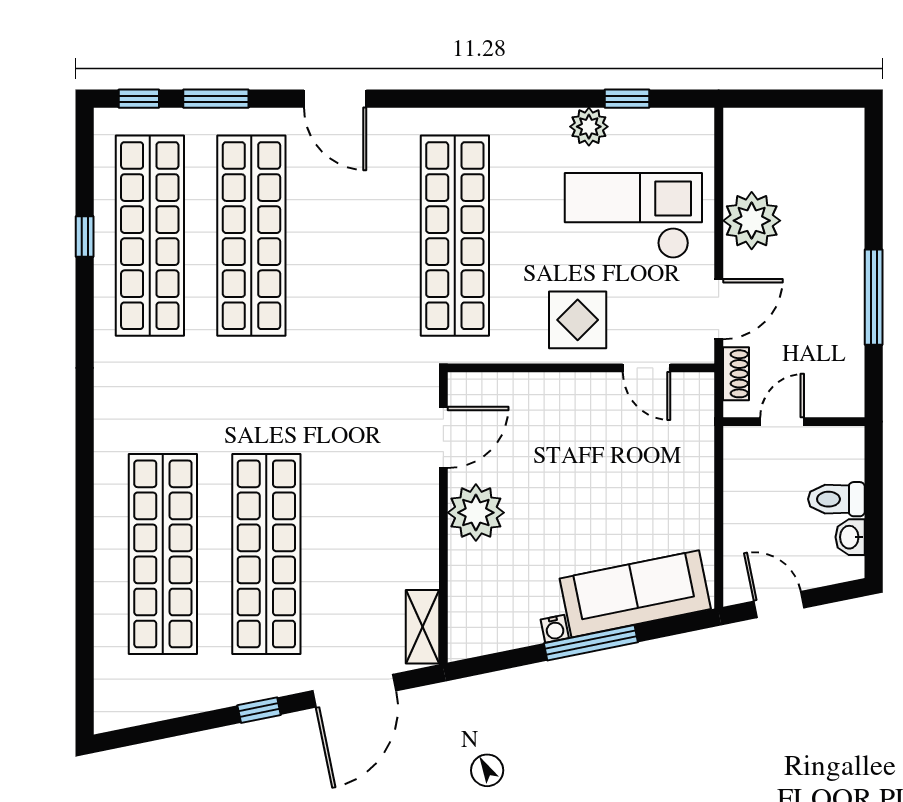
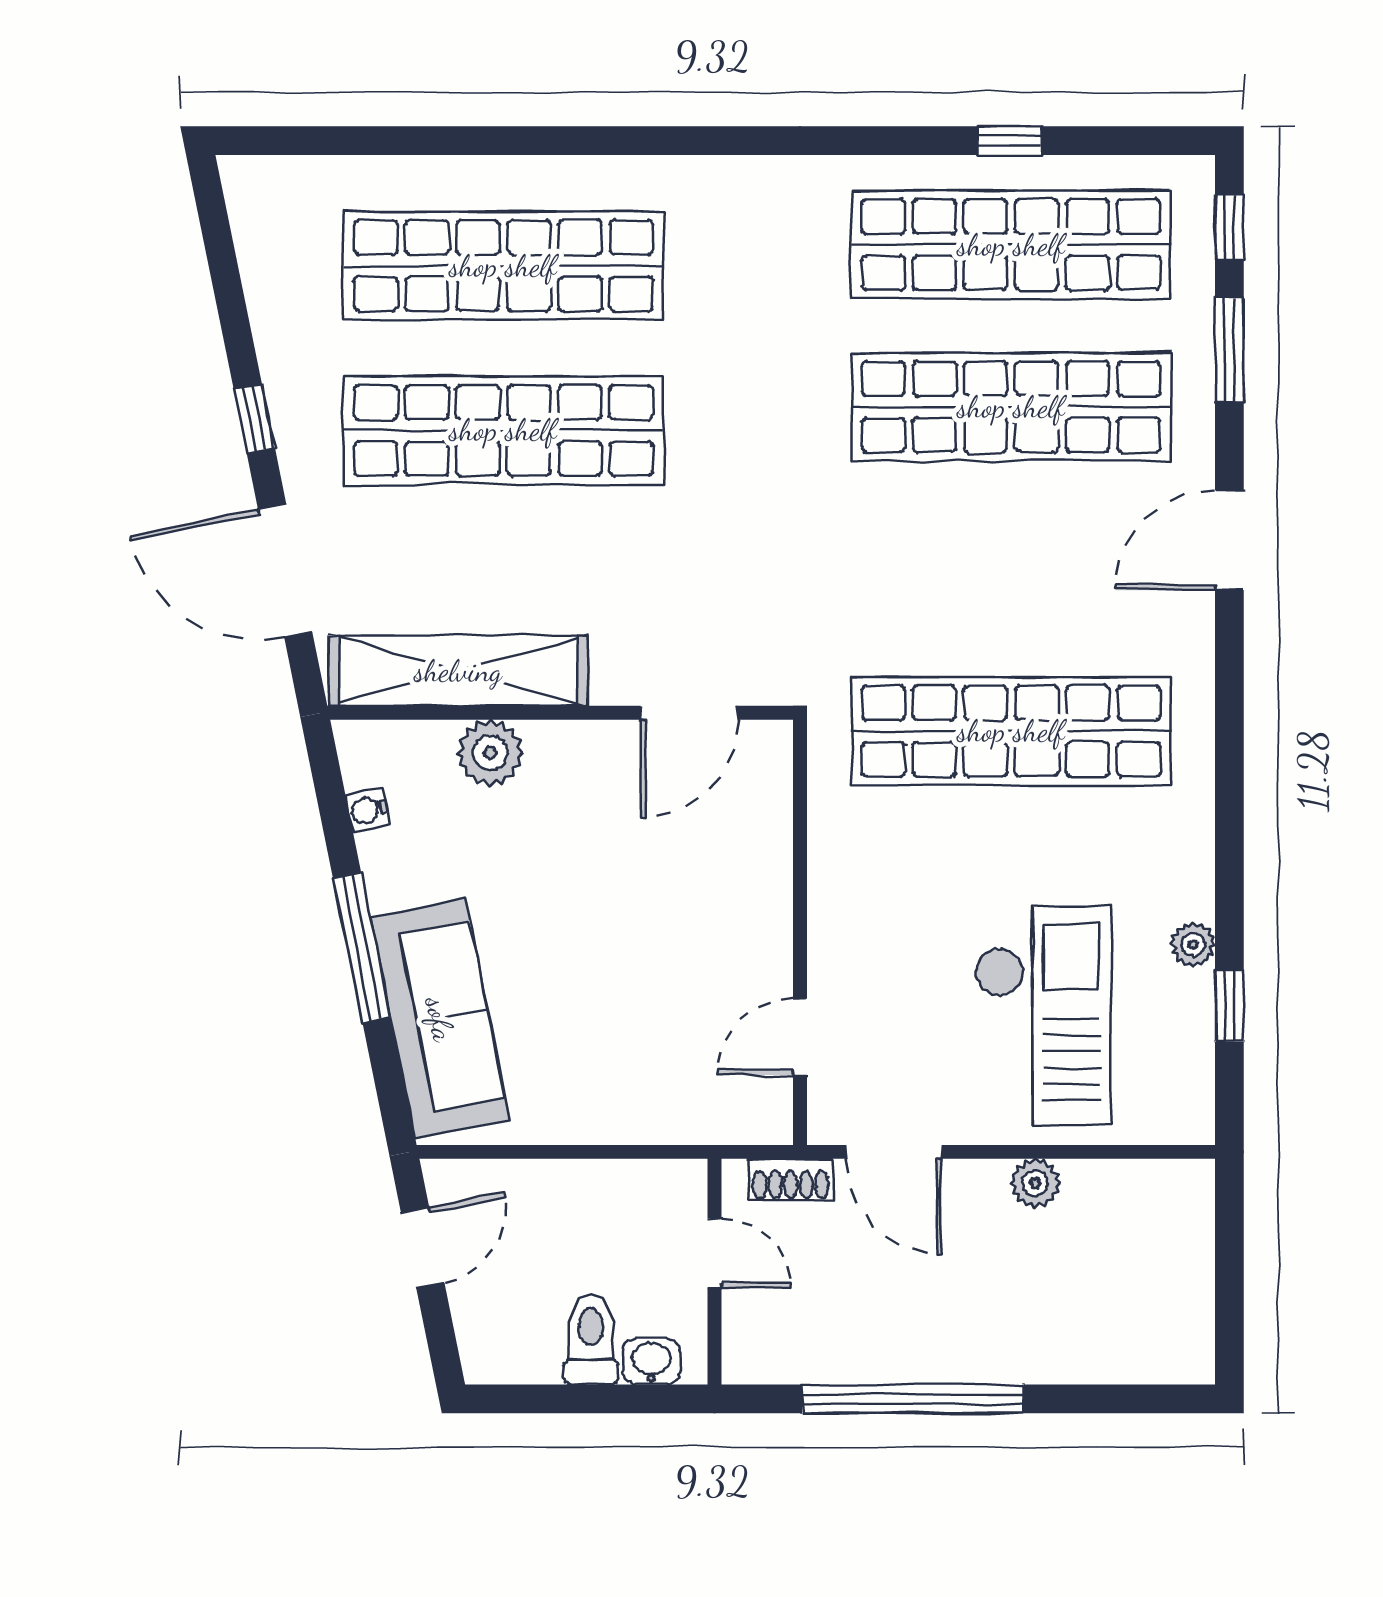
plant: (589, 127) -> (1193, 945), width x0.73, depth x0.73
plant: (752, 221) -> (1035, 1183), width x0.53, depth x0.53
window: (874, 297) -> (913, 1399), width x1.46
display table: (578, 320) -> (877, 927), removed
door: (443, 437) -> (689, 713), hinge flipped
plant: (476, 513) -> (490, 753), moved, width x0.73, depth x0.73
washbasin: (850, 537) -> (651, 1361), moved
shelving: (422, 627) -> (458, 671), width x2.20, depth x1.33
water cooler: (555, 629) -> (368, 810), moved

